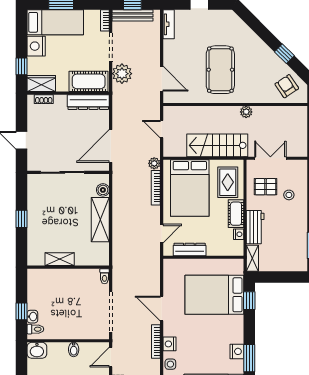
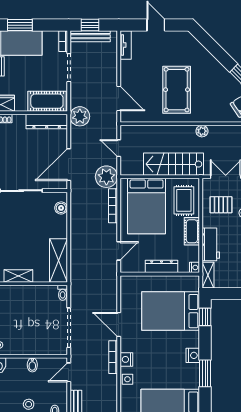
plant: (122, 74) -> (80, 116), moved
plant: (154, 163) -> (106, 177), width x1.87, depth x1.87
shelving: (100, 220) -> (58, 261), moved
nightstand: (239, 234) -> (194, 267), moved
dresser: (190, 249) -> (161, 266), moved
nightstand: (237, 351) -> (193, 355), moved

